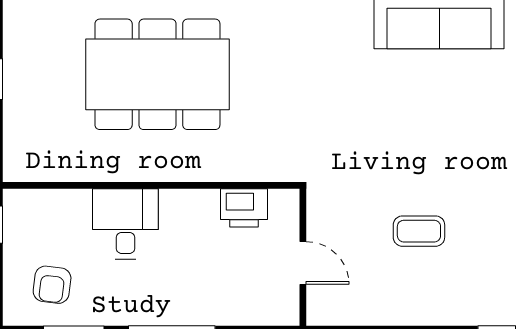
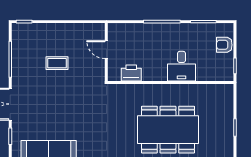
armchair: (52, 285) -> (224, 45), moved, turned -97

